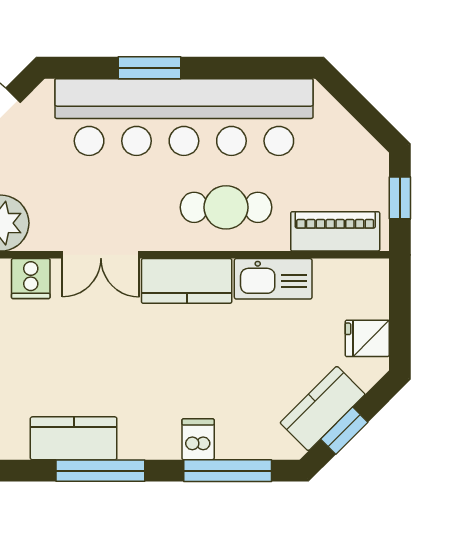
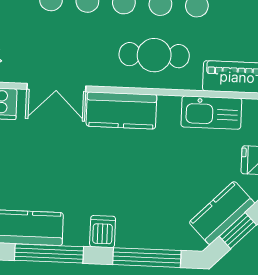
kitchen sink: (273, 279) -> (211, 113), moved
dishwasher: (198, 439) -> (103, 232), moved

